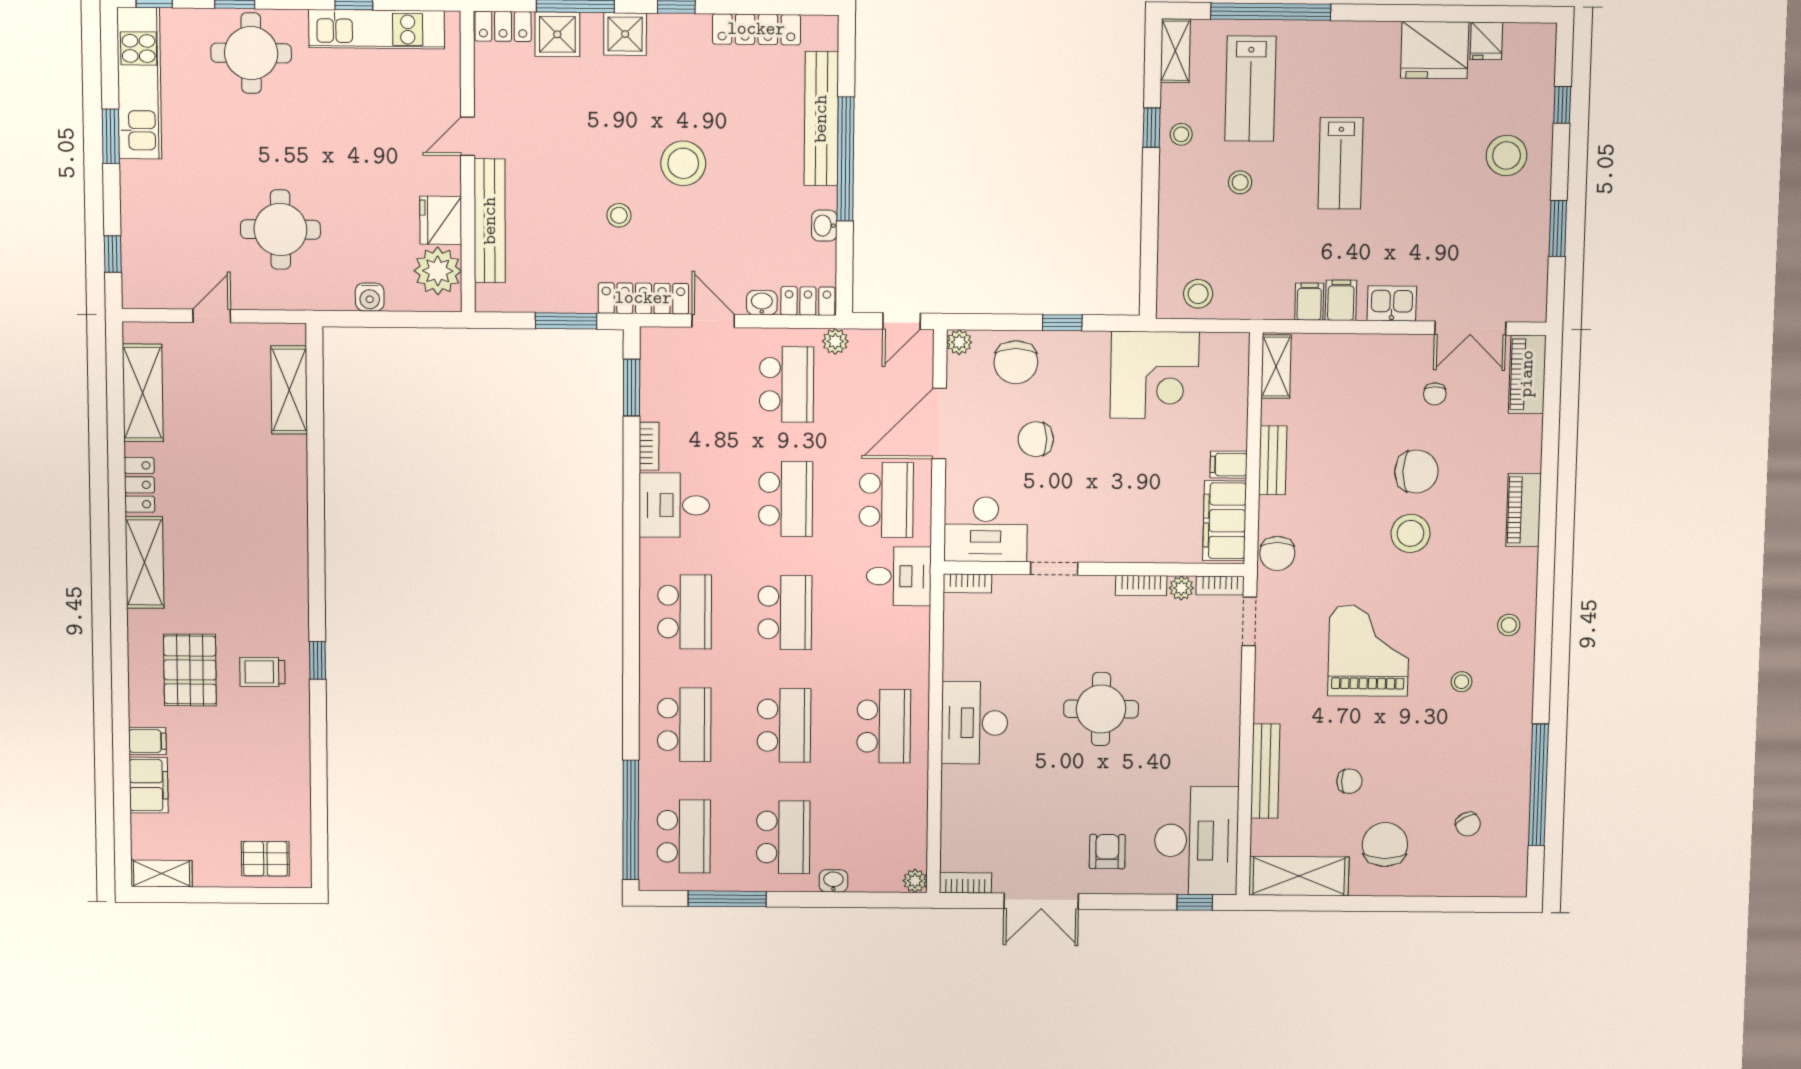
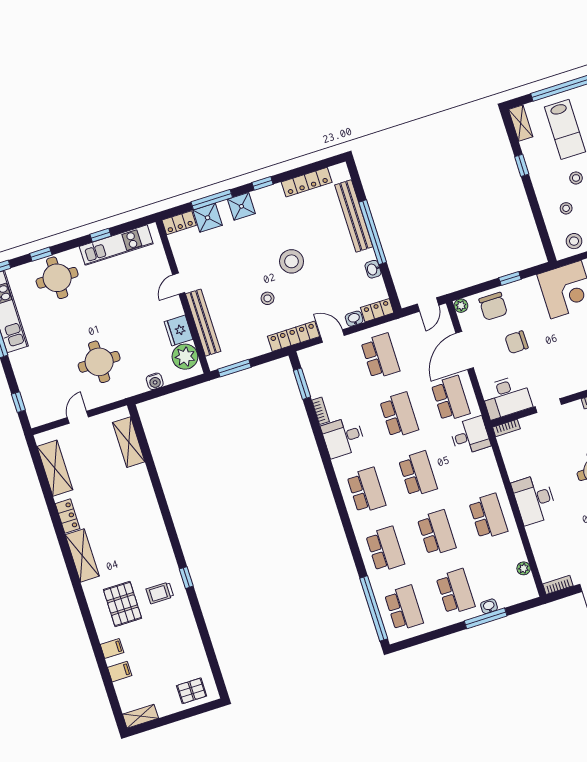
stool: (1181, 134) -> (566, 208), moved
window: (566, 321) -> (234, 368), moved
plant: (835, 341) -> (398, 326), removed
filing cabinet: (149, 785) -> (120, 672), width x0.50
plant: (915, 881) -> (524, 568), moved
window: (727, 899) -> (486, 618), moved

